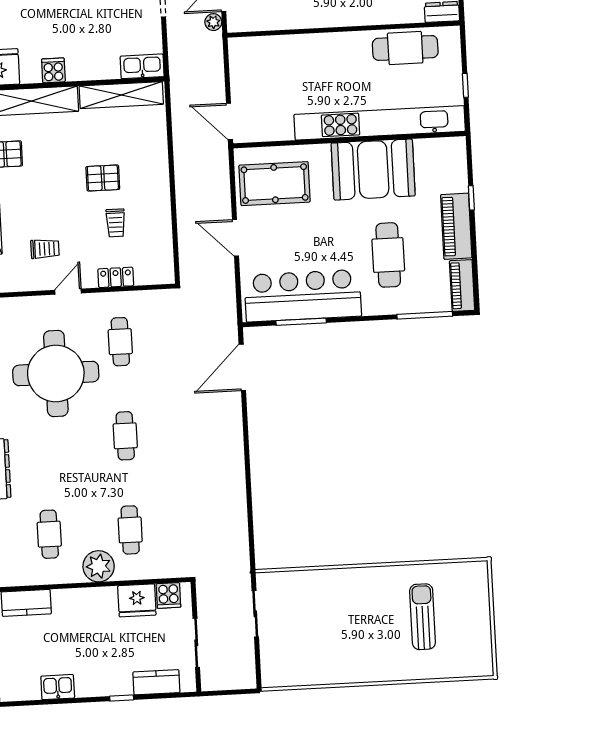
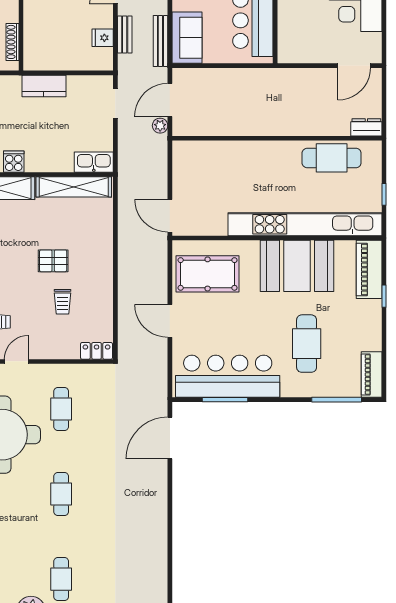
piano: (456, 226) -> (369, 269), moved
locker: (116, 277) -> (97, 351), moved

